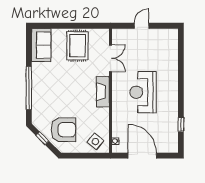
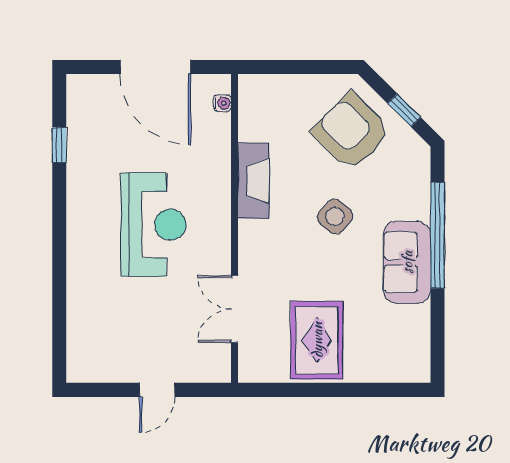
sofa: (41, 45) -> (407, 262), moved
fireplace: (103, 92) -> (253, 181), moved
armchair: (64, 130) -> (351, 131), turned 45
side table: (95, 142) -> (335, 216), moved

